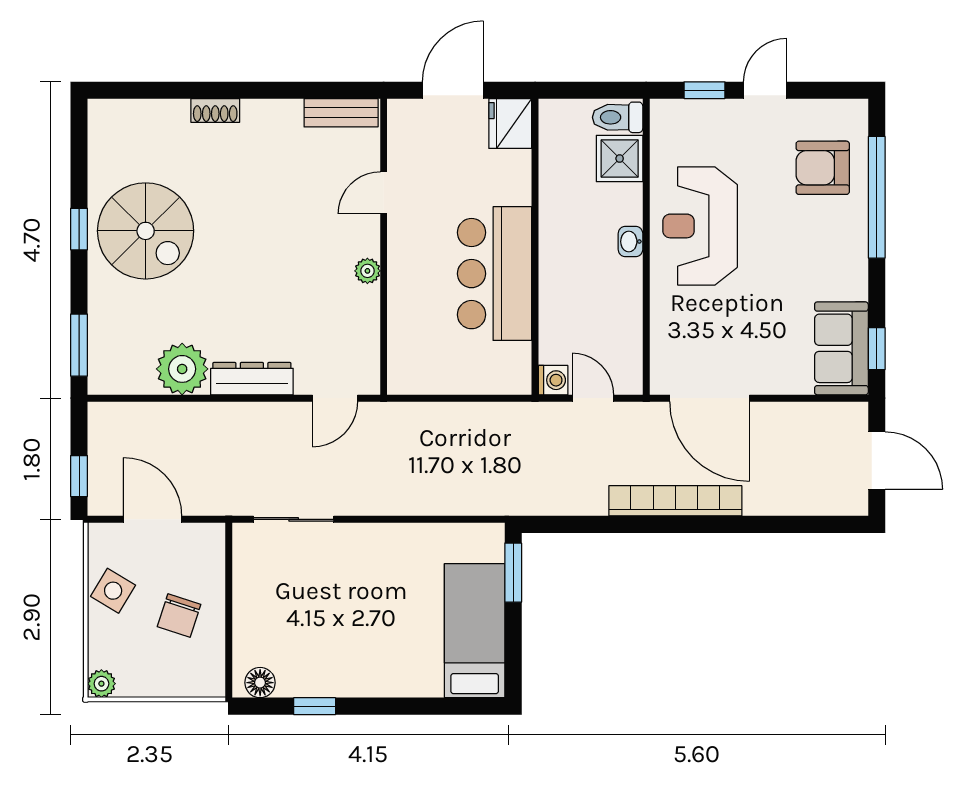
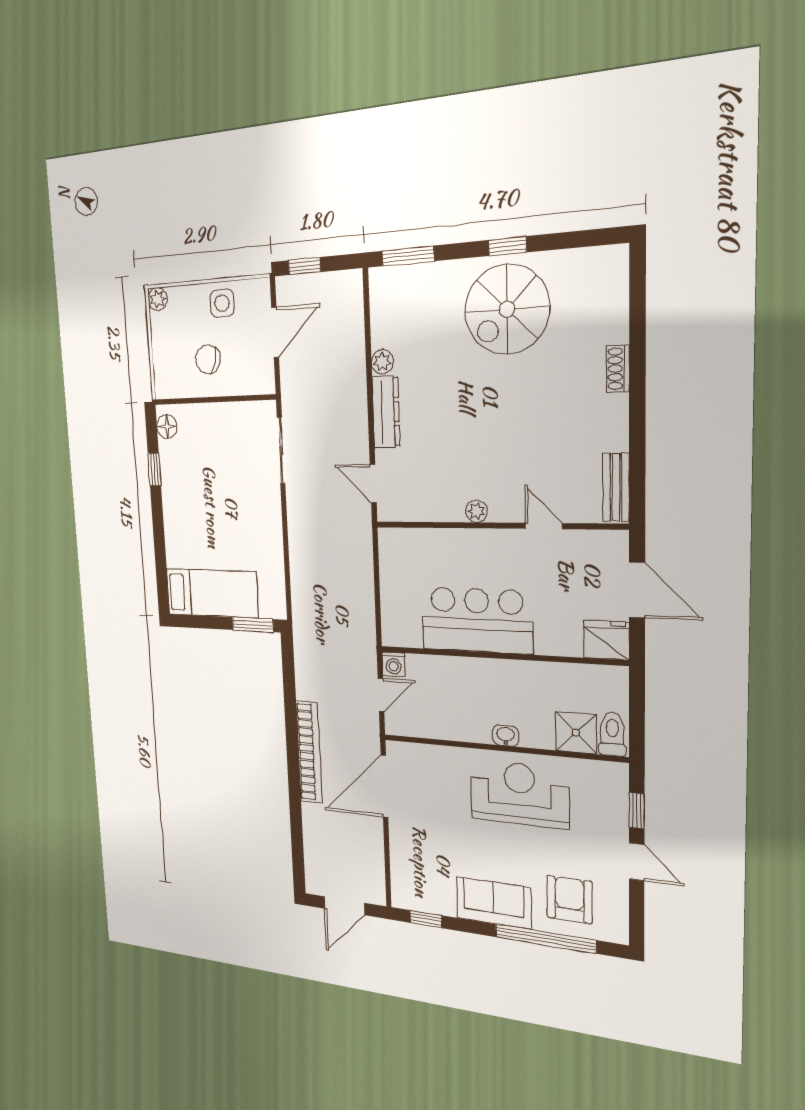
sofa: (841, 348) -> (494, 903), moved
plant: (182, 369) -> (382, 362), width x0.53, depth x0.53
side table: (113, 591) -> (222, 303), turned -31

